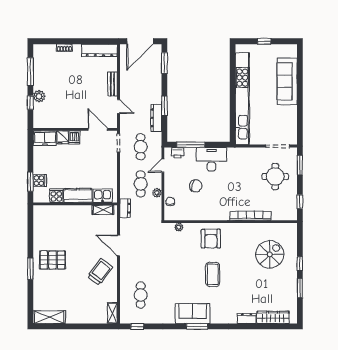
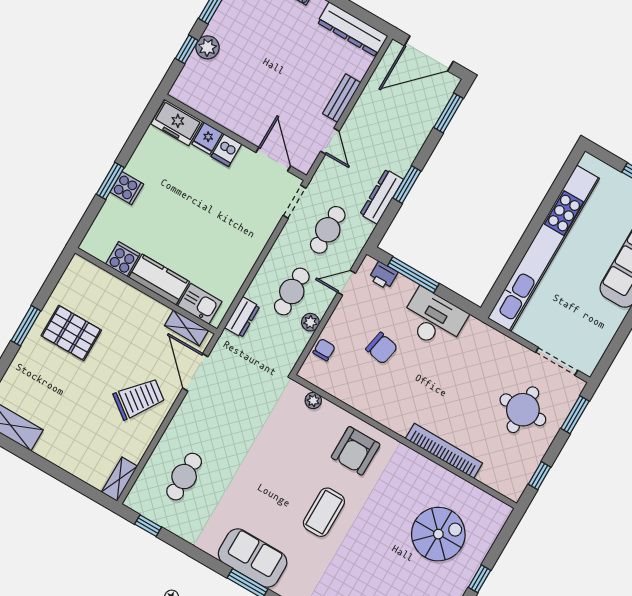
kitchen counter: (78, 195) -> (159, 280), moved
cooker: (56, 196) -> (123, 259), moved
kitchen sink: (103, 196) -> (200, 304), moved
wall: (75, 204) -> (146, 291), moved
shelving: (103, 210) -> (186, 328), moved

